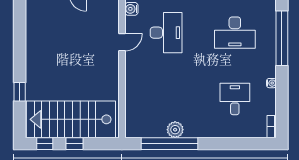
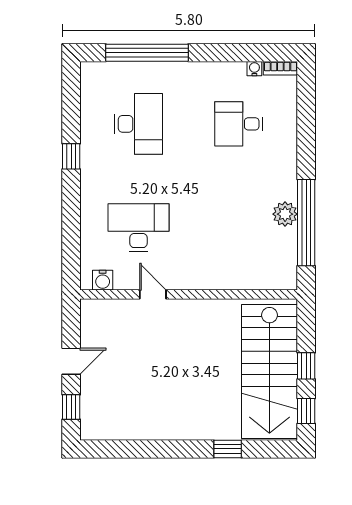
water cooler: (271, 83) -> (254, 69), moved

